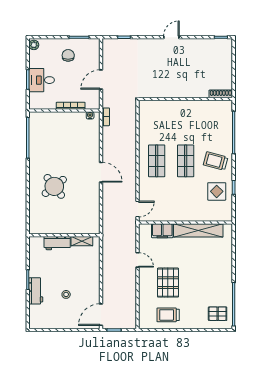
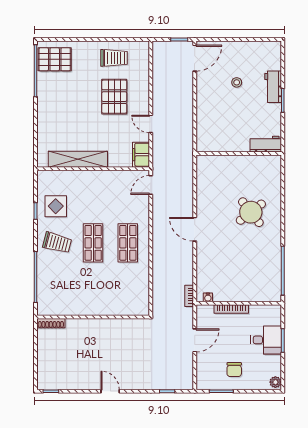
door: (171, 37) -> (110, 391), swing flipped
filing cabinet: (162, 231) -> (141, 155), moved, turned -90
shelving: (82, 241) -> (218, 146), removed
workbench: (57, 243) -> (266, 144), moved
pallet: (218, 314) -> (55, 59), width x1.50, depth x1.42

